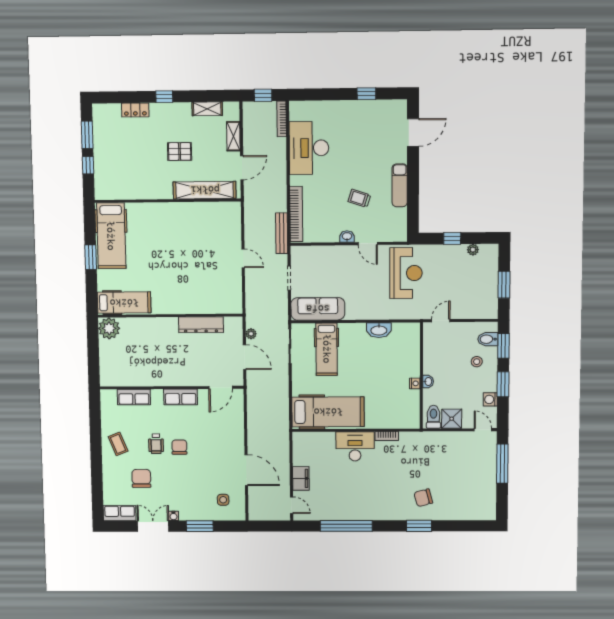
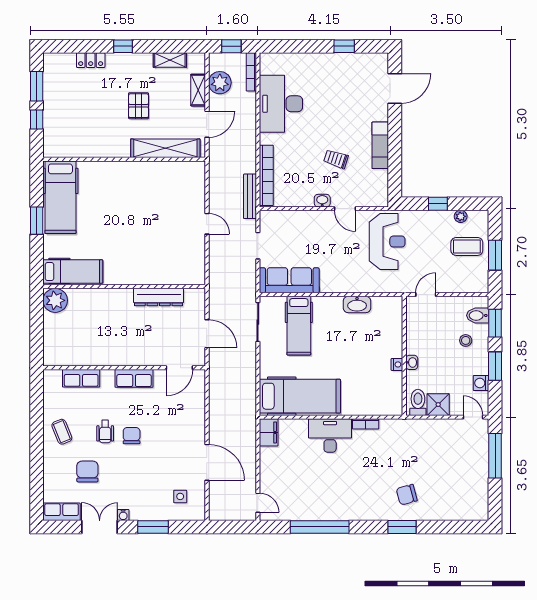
pallet: (180, 151) -> (139, 106), turned 90
coffee table: (478, 277) -> (467, 246), added
plant: (251, 334) -> (220, 83), moved, width x1.87, depth x1.87
filing cabinet: (301, 478) -> (269, 432), moved

